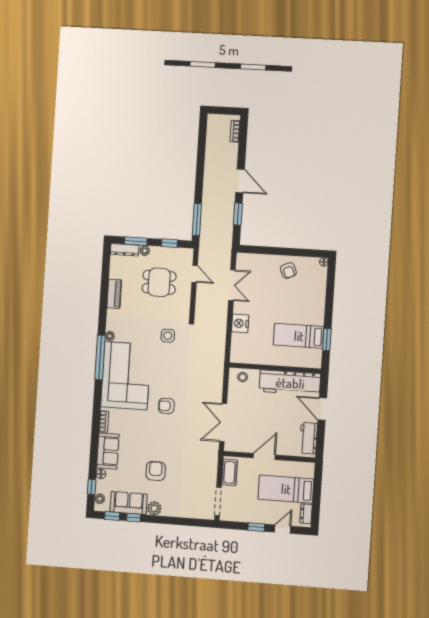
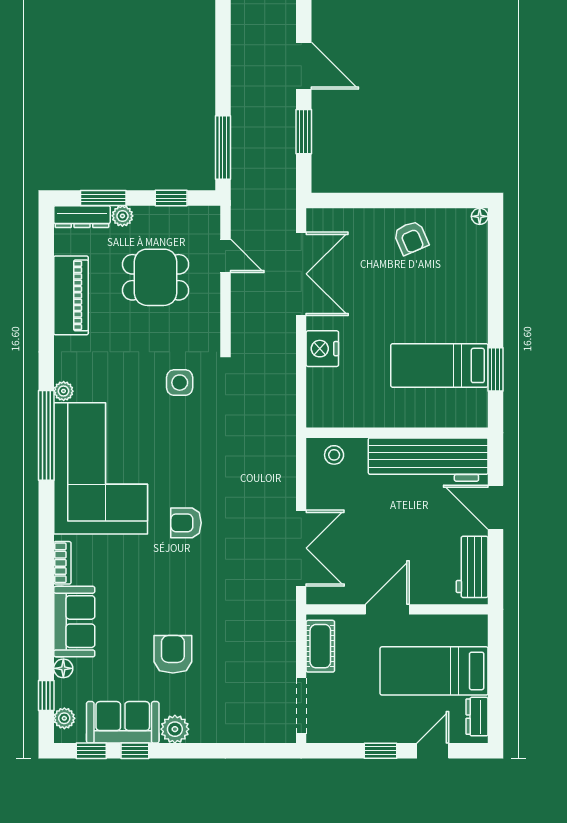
double door: (232, 285) -> (301, 274), width x1.37
piano: (114, 294) -> (71, 295), width x1.37, depth x1.33
double door: (223, 423) -> (301, 548), swing flipped

